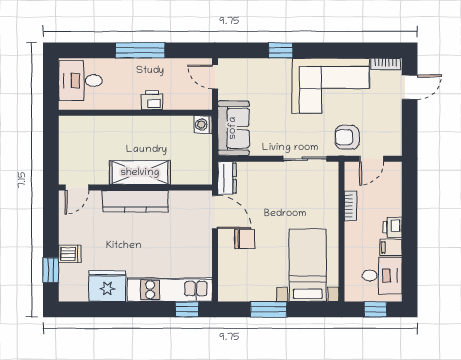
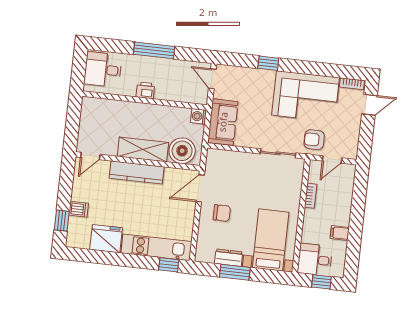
printer: (152, 100) -> (145, 90), moved
boiler: (188, 169) -> (182, 151), added
dresser: (227, 178) -> (229, 258), moved, turned -90
door: (215, 212) -> (200, 188), swing flipped
printer: (393, 227) -> (343, 217), removed
desk: (382, 276) -> (315, 260), moved, turned 180

